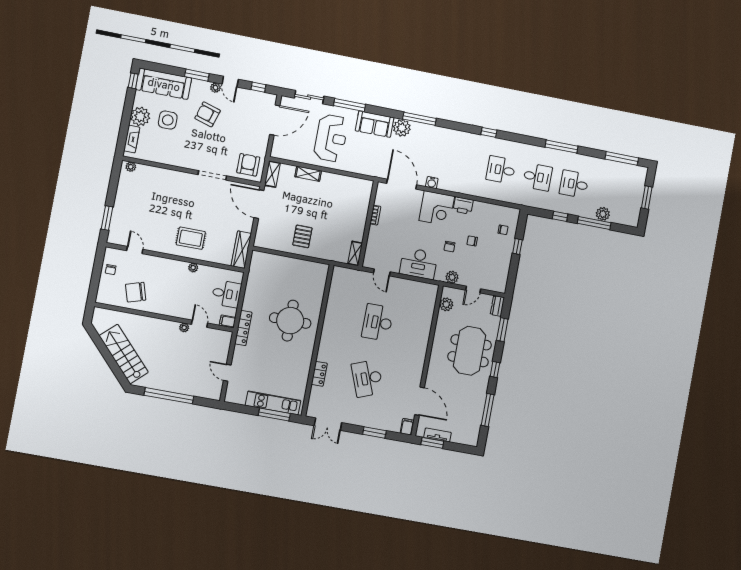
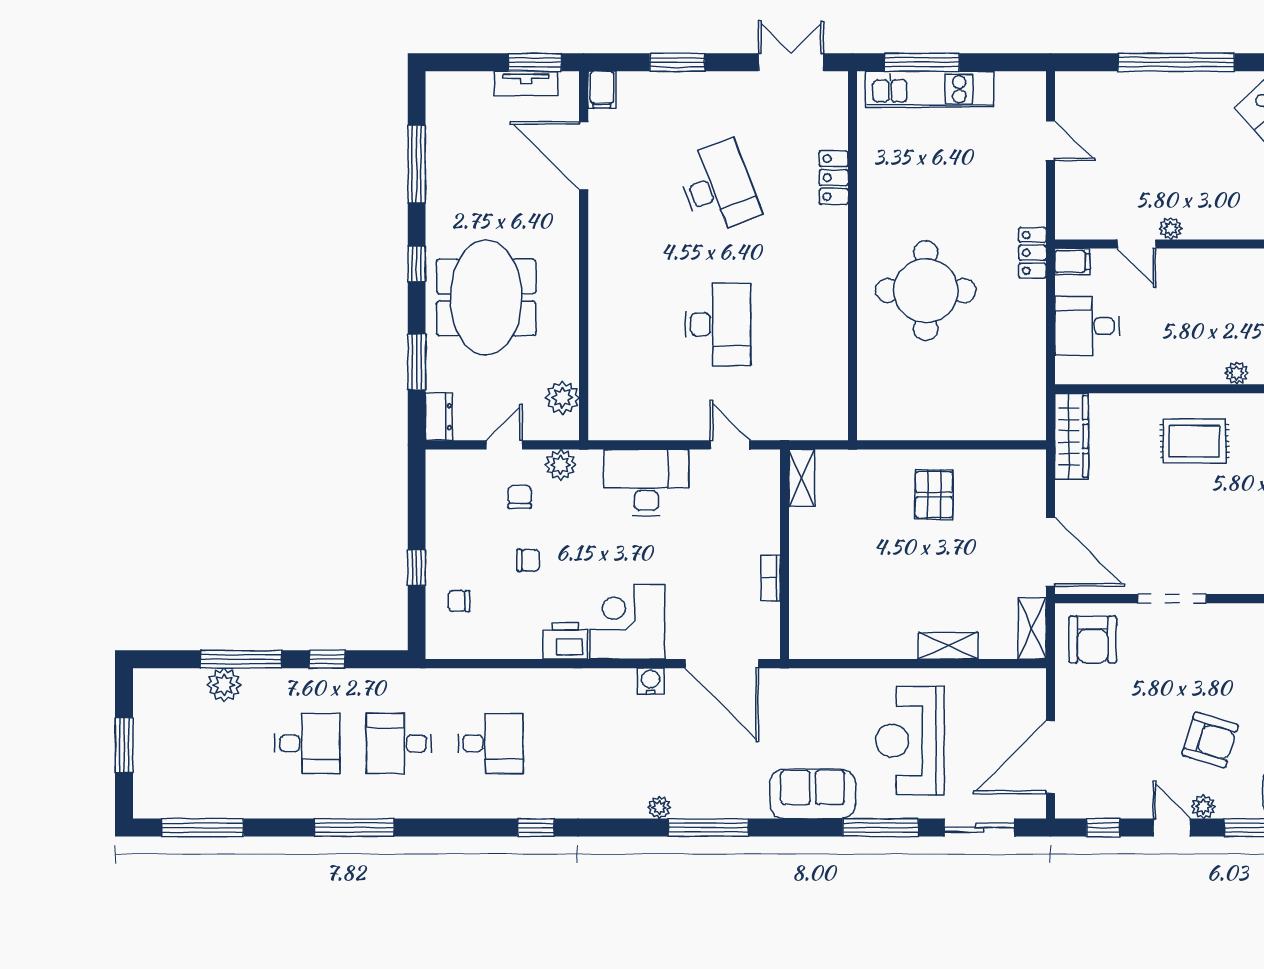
plant: (402, 128) -> (659, 807), moved, width x0.53, depth x0.53
chair: (450, 247) -> (520, 497), moved
plant: (193, 268) -> (1237, 373), moved
locker: (243, 328) -> (1032, 253), width x0.66

